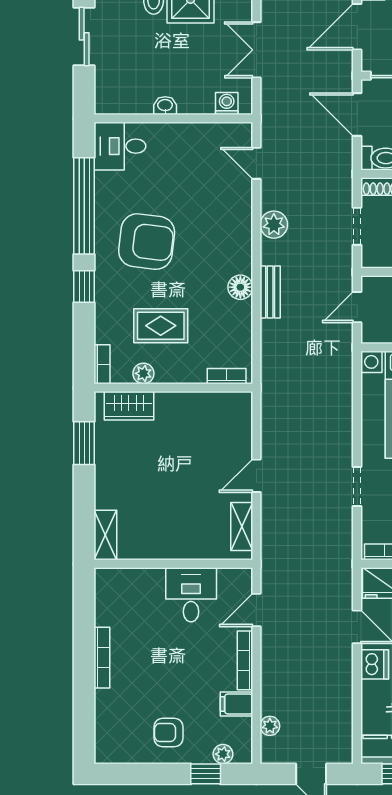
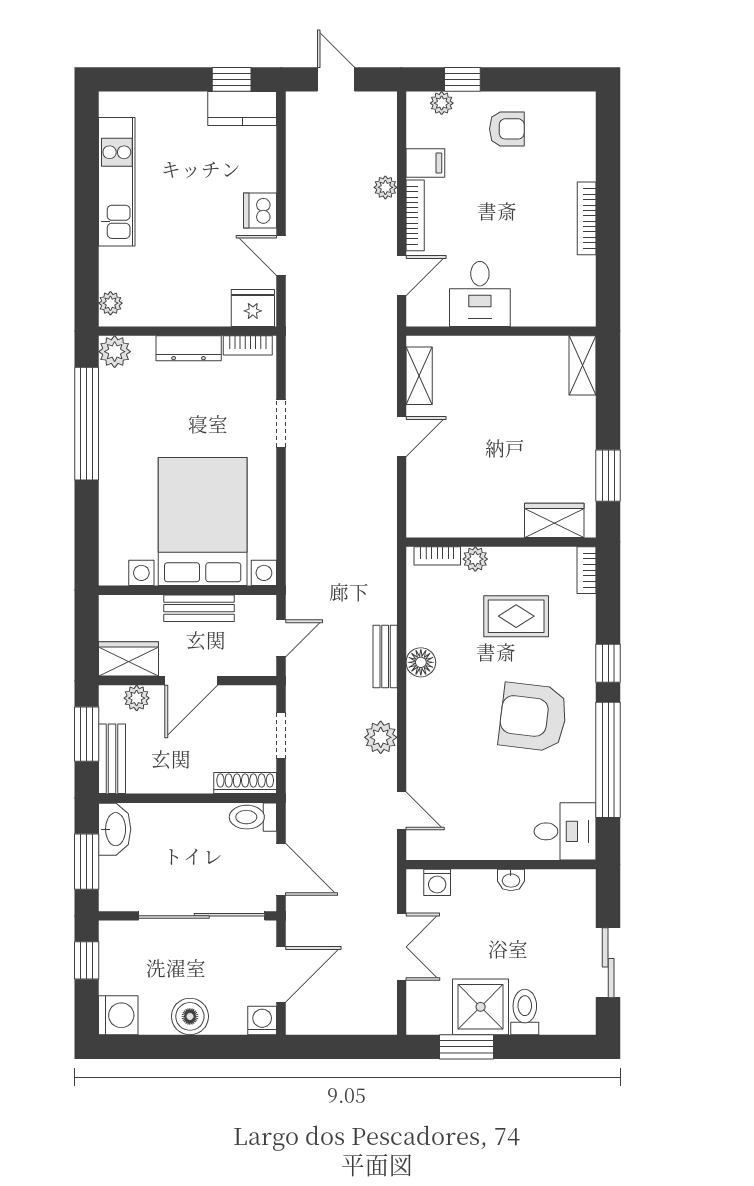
plant: (143, 373) -> (475, 559), moved
plant: (270, 726) -> (385, 187), moved

